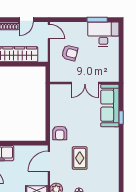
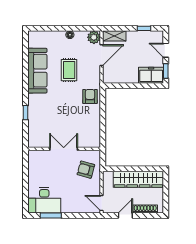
armchair: (70, 53) -> (86, 170), moved
sofa: (110, 106) -> (37, 71), moved
door: (49, 161) -> (102, 55), moved

